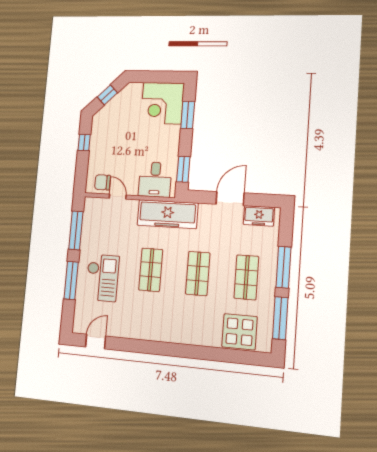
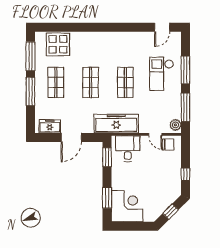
plant: (91, 208) -> (175, 125), added

